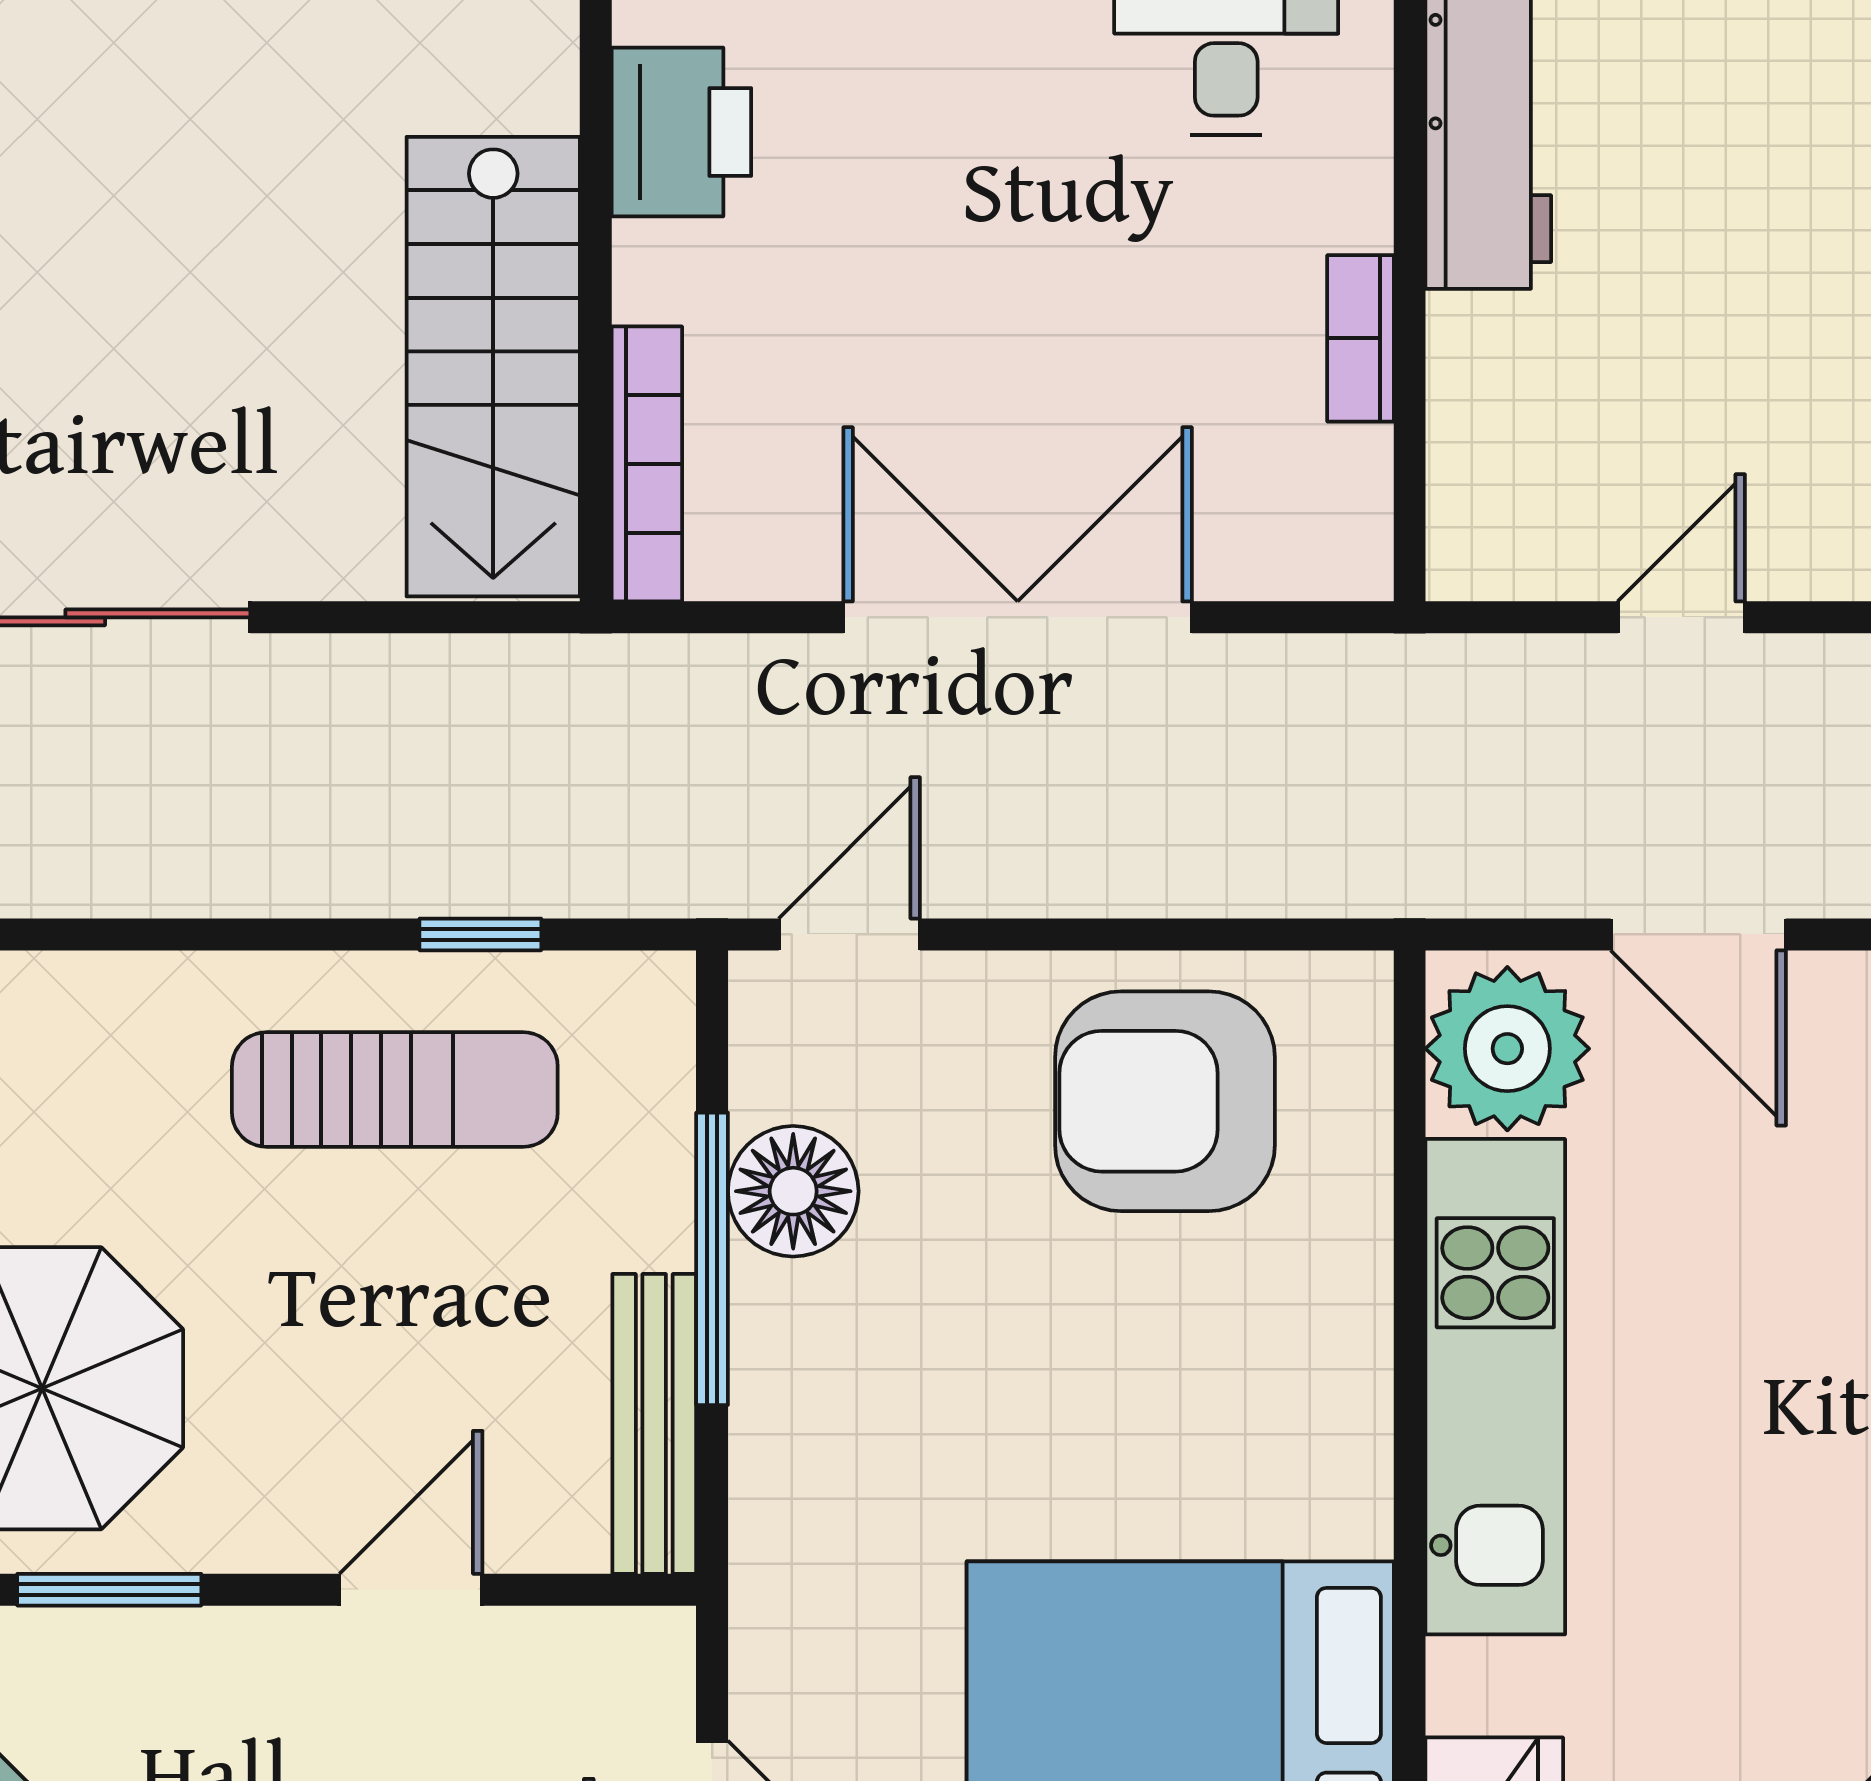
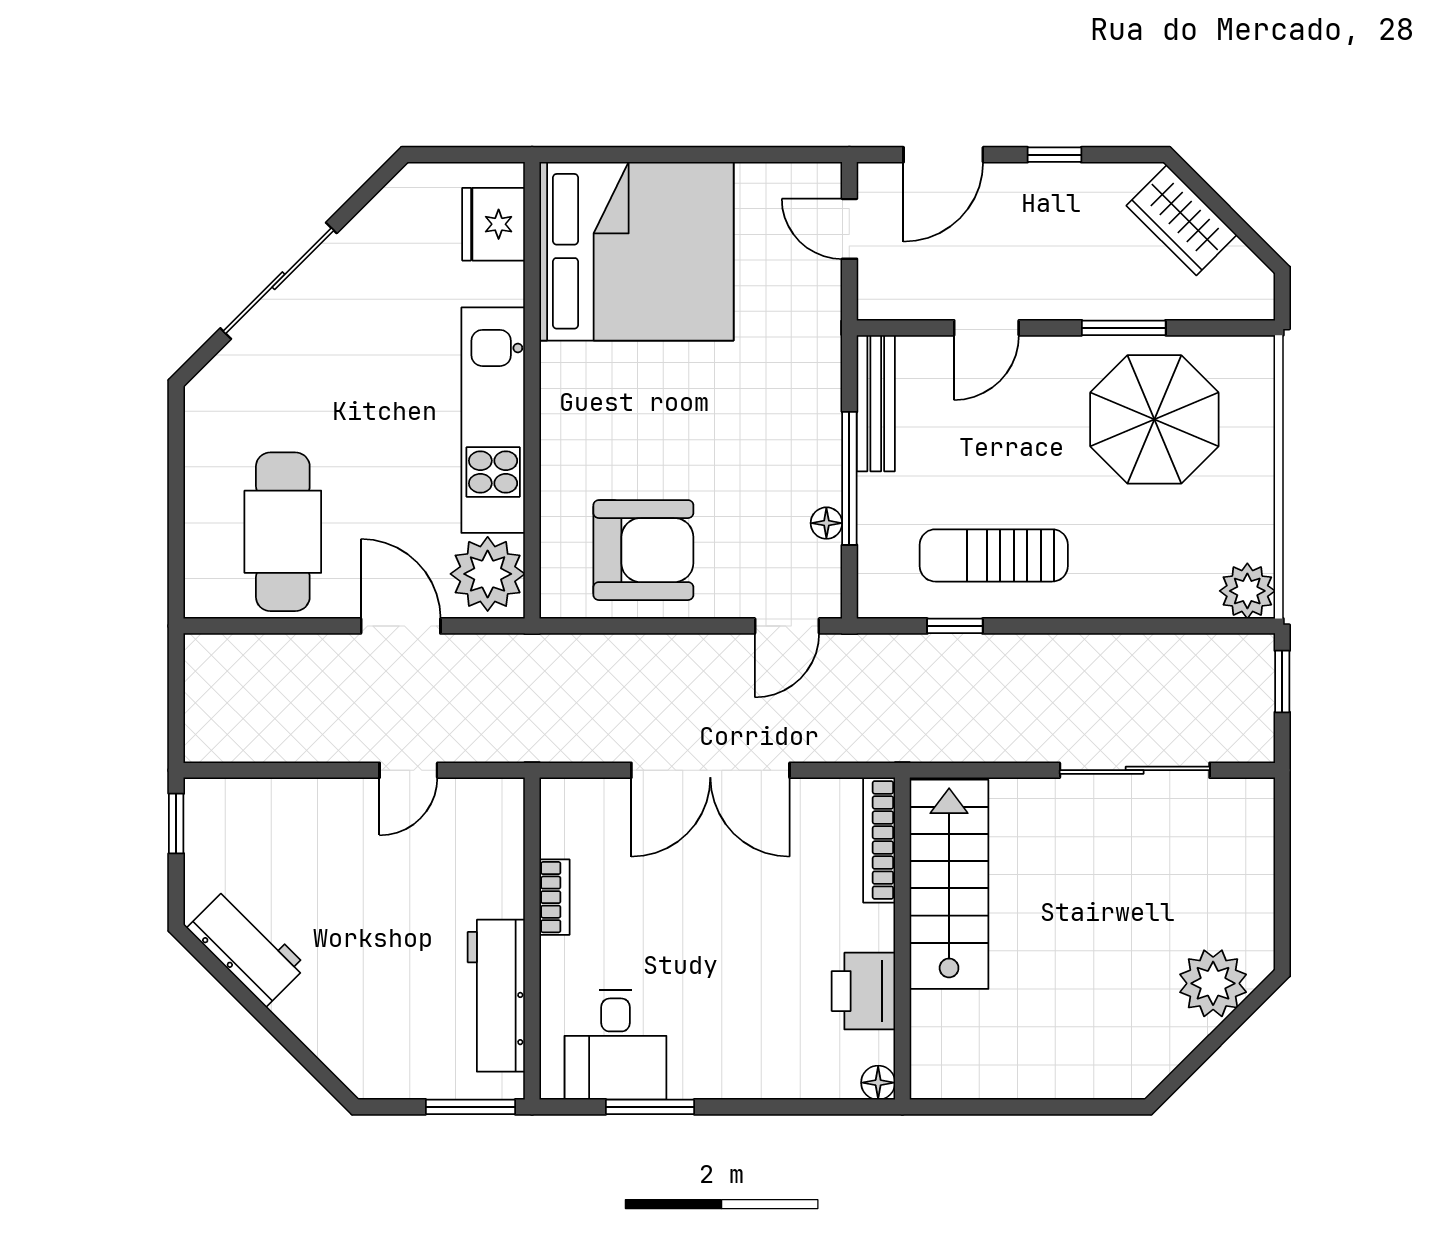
floor lamp: (793, 1191) -> (826, 523), width x0.53, depth x0.53

